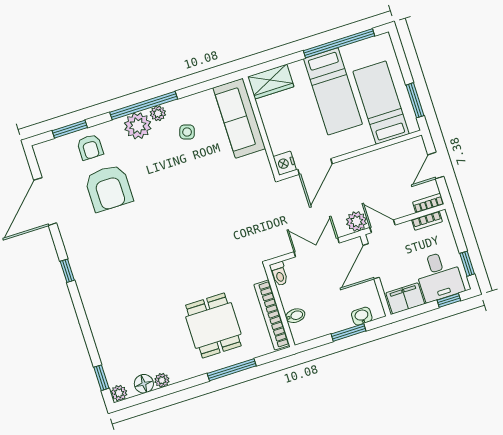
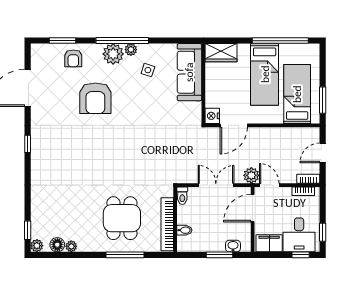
armchair: (109, 188) -> (95, 98), moved

